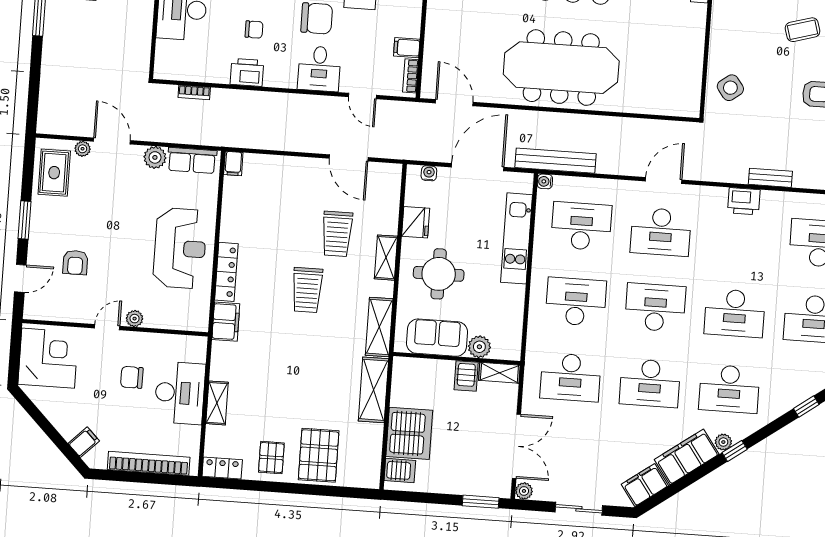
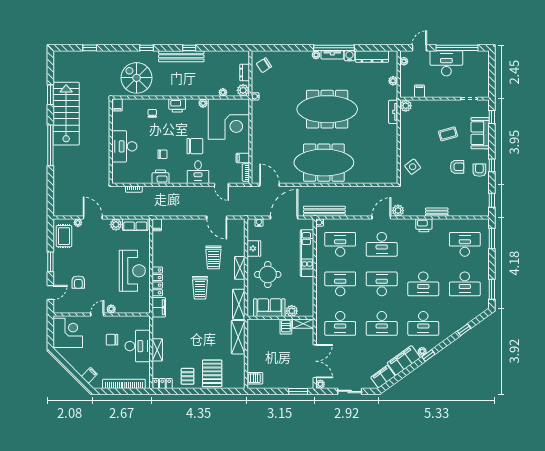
plant: (696, 170) -> (398, 211), added
server rack: (409, 433) -> (258, 359), removed

